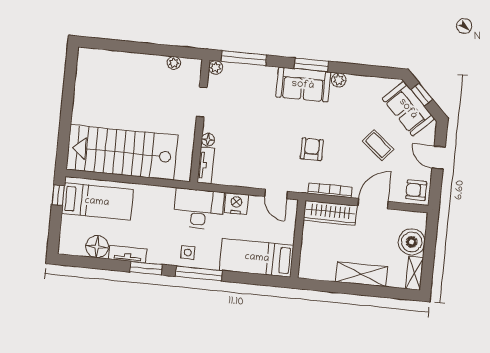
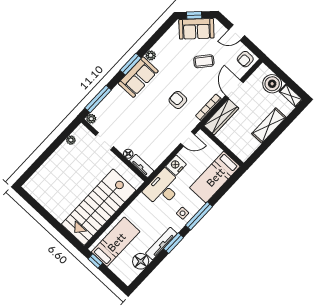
tv unit: (128, 254) -> (161, 243), width x1.41

